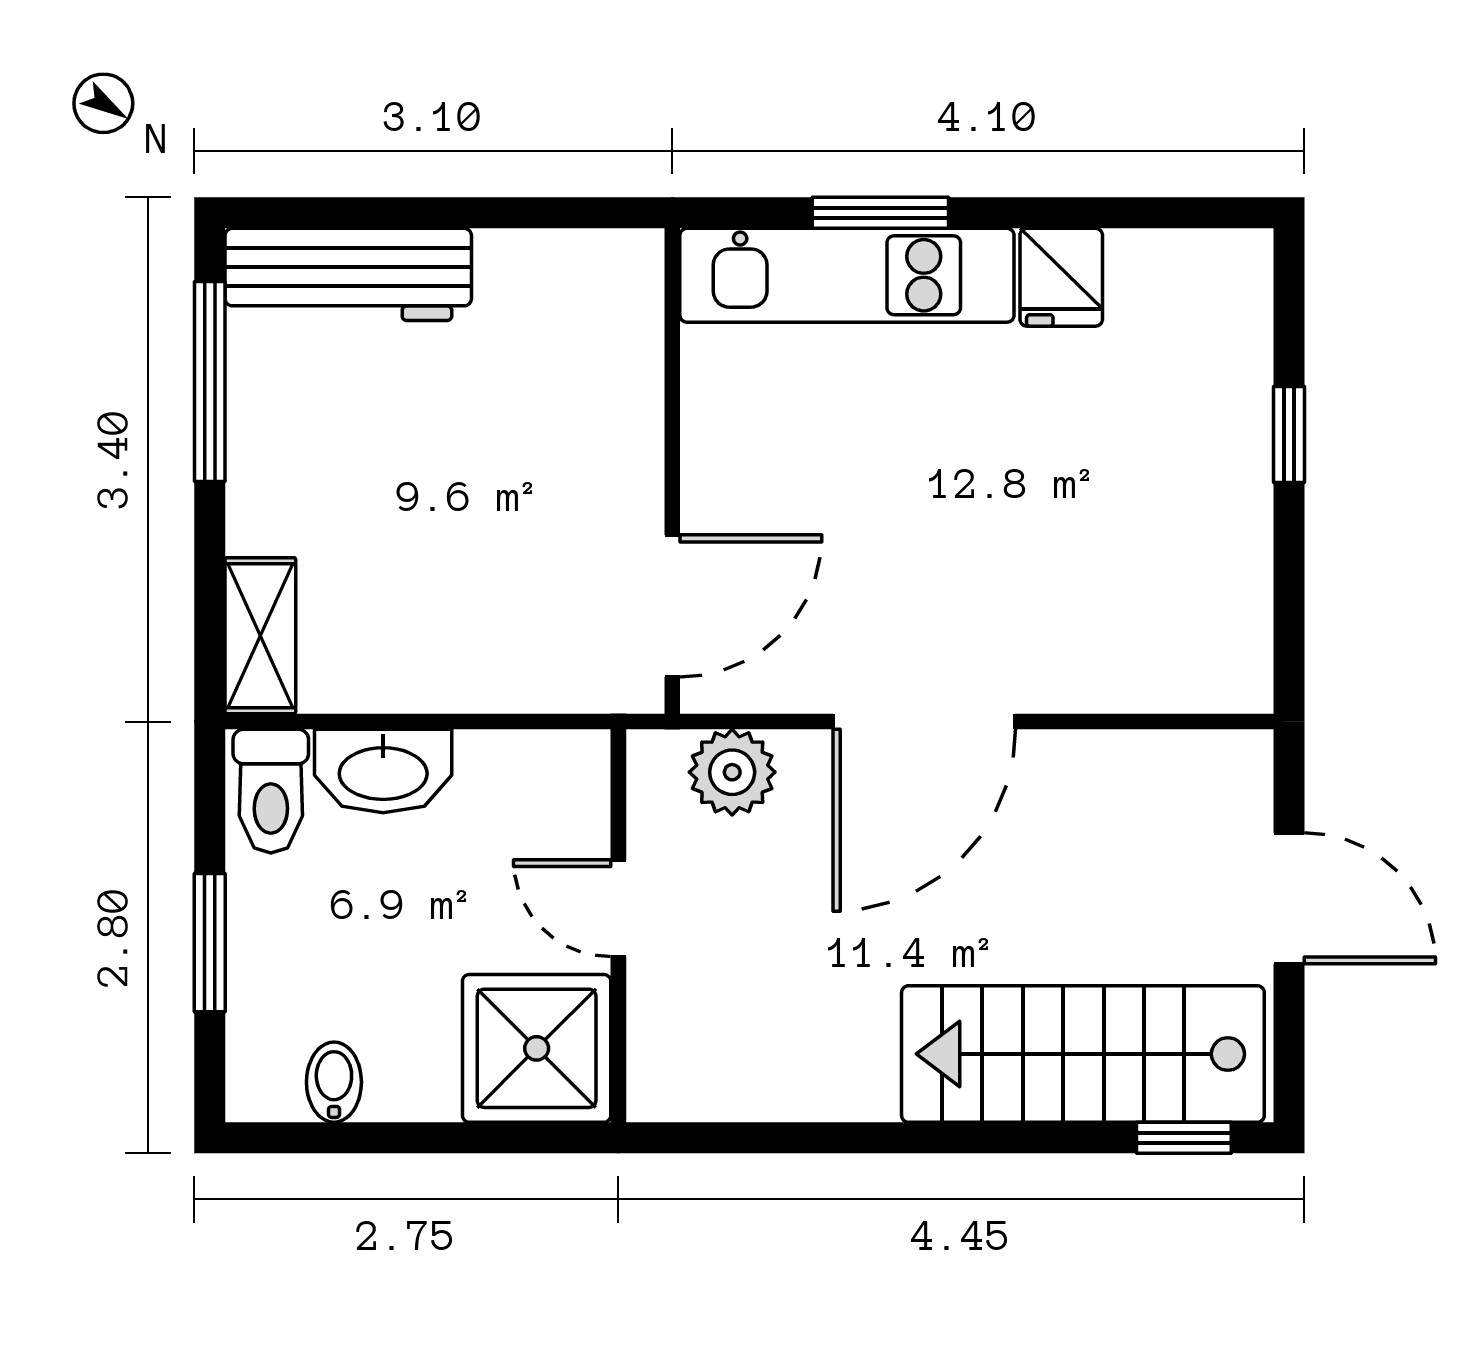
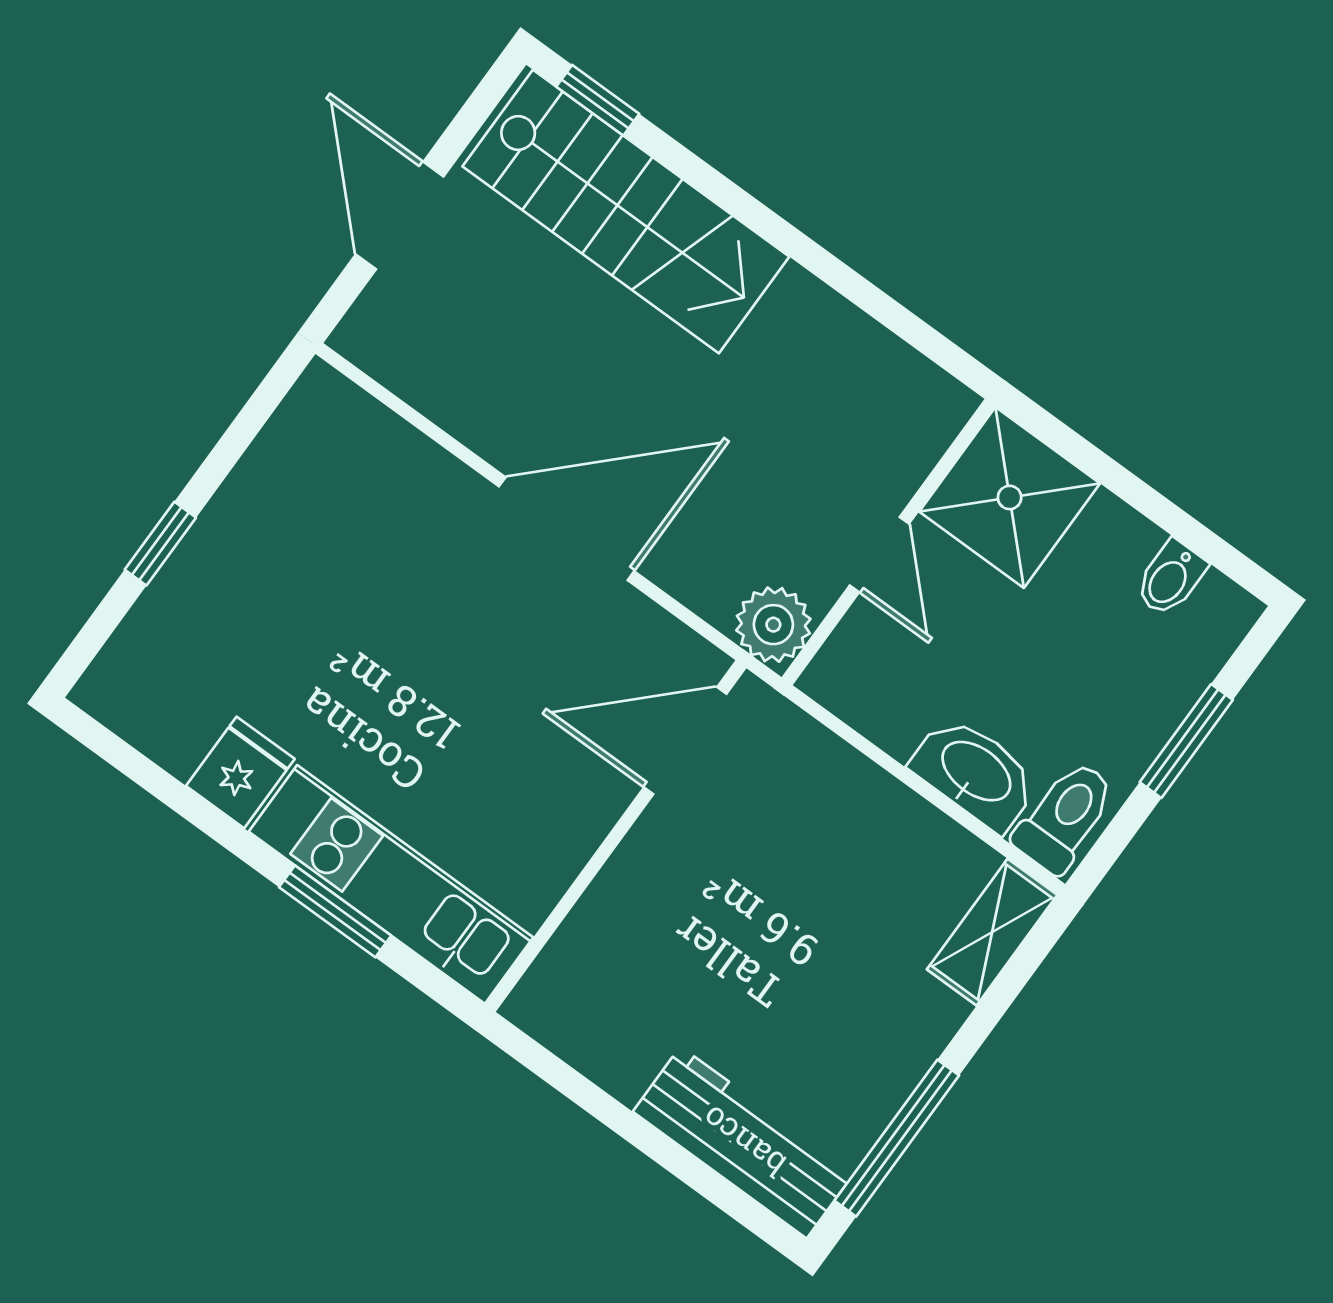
plant: (732, 772) -> (773, 625), moved

